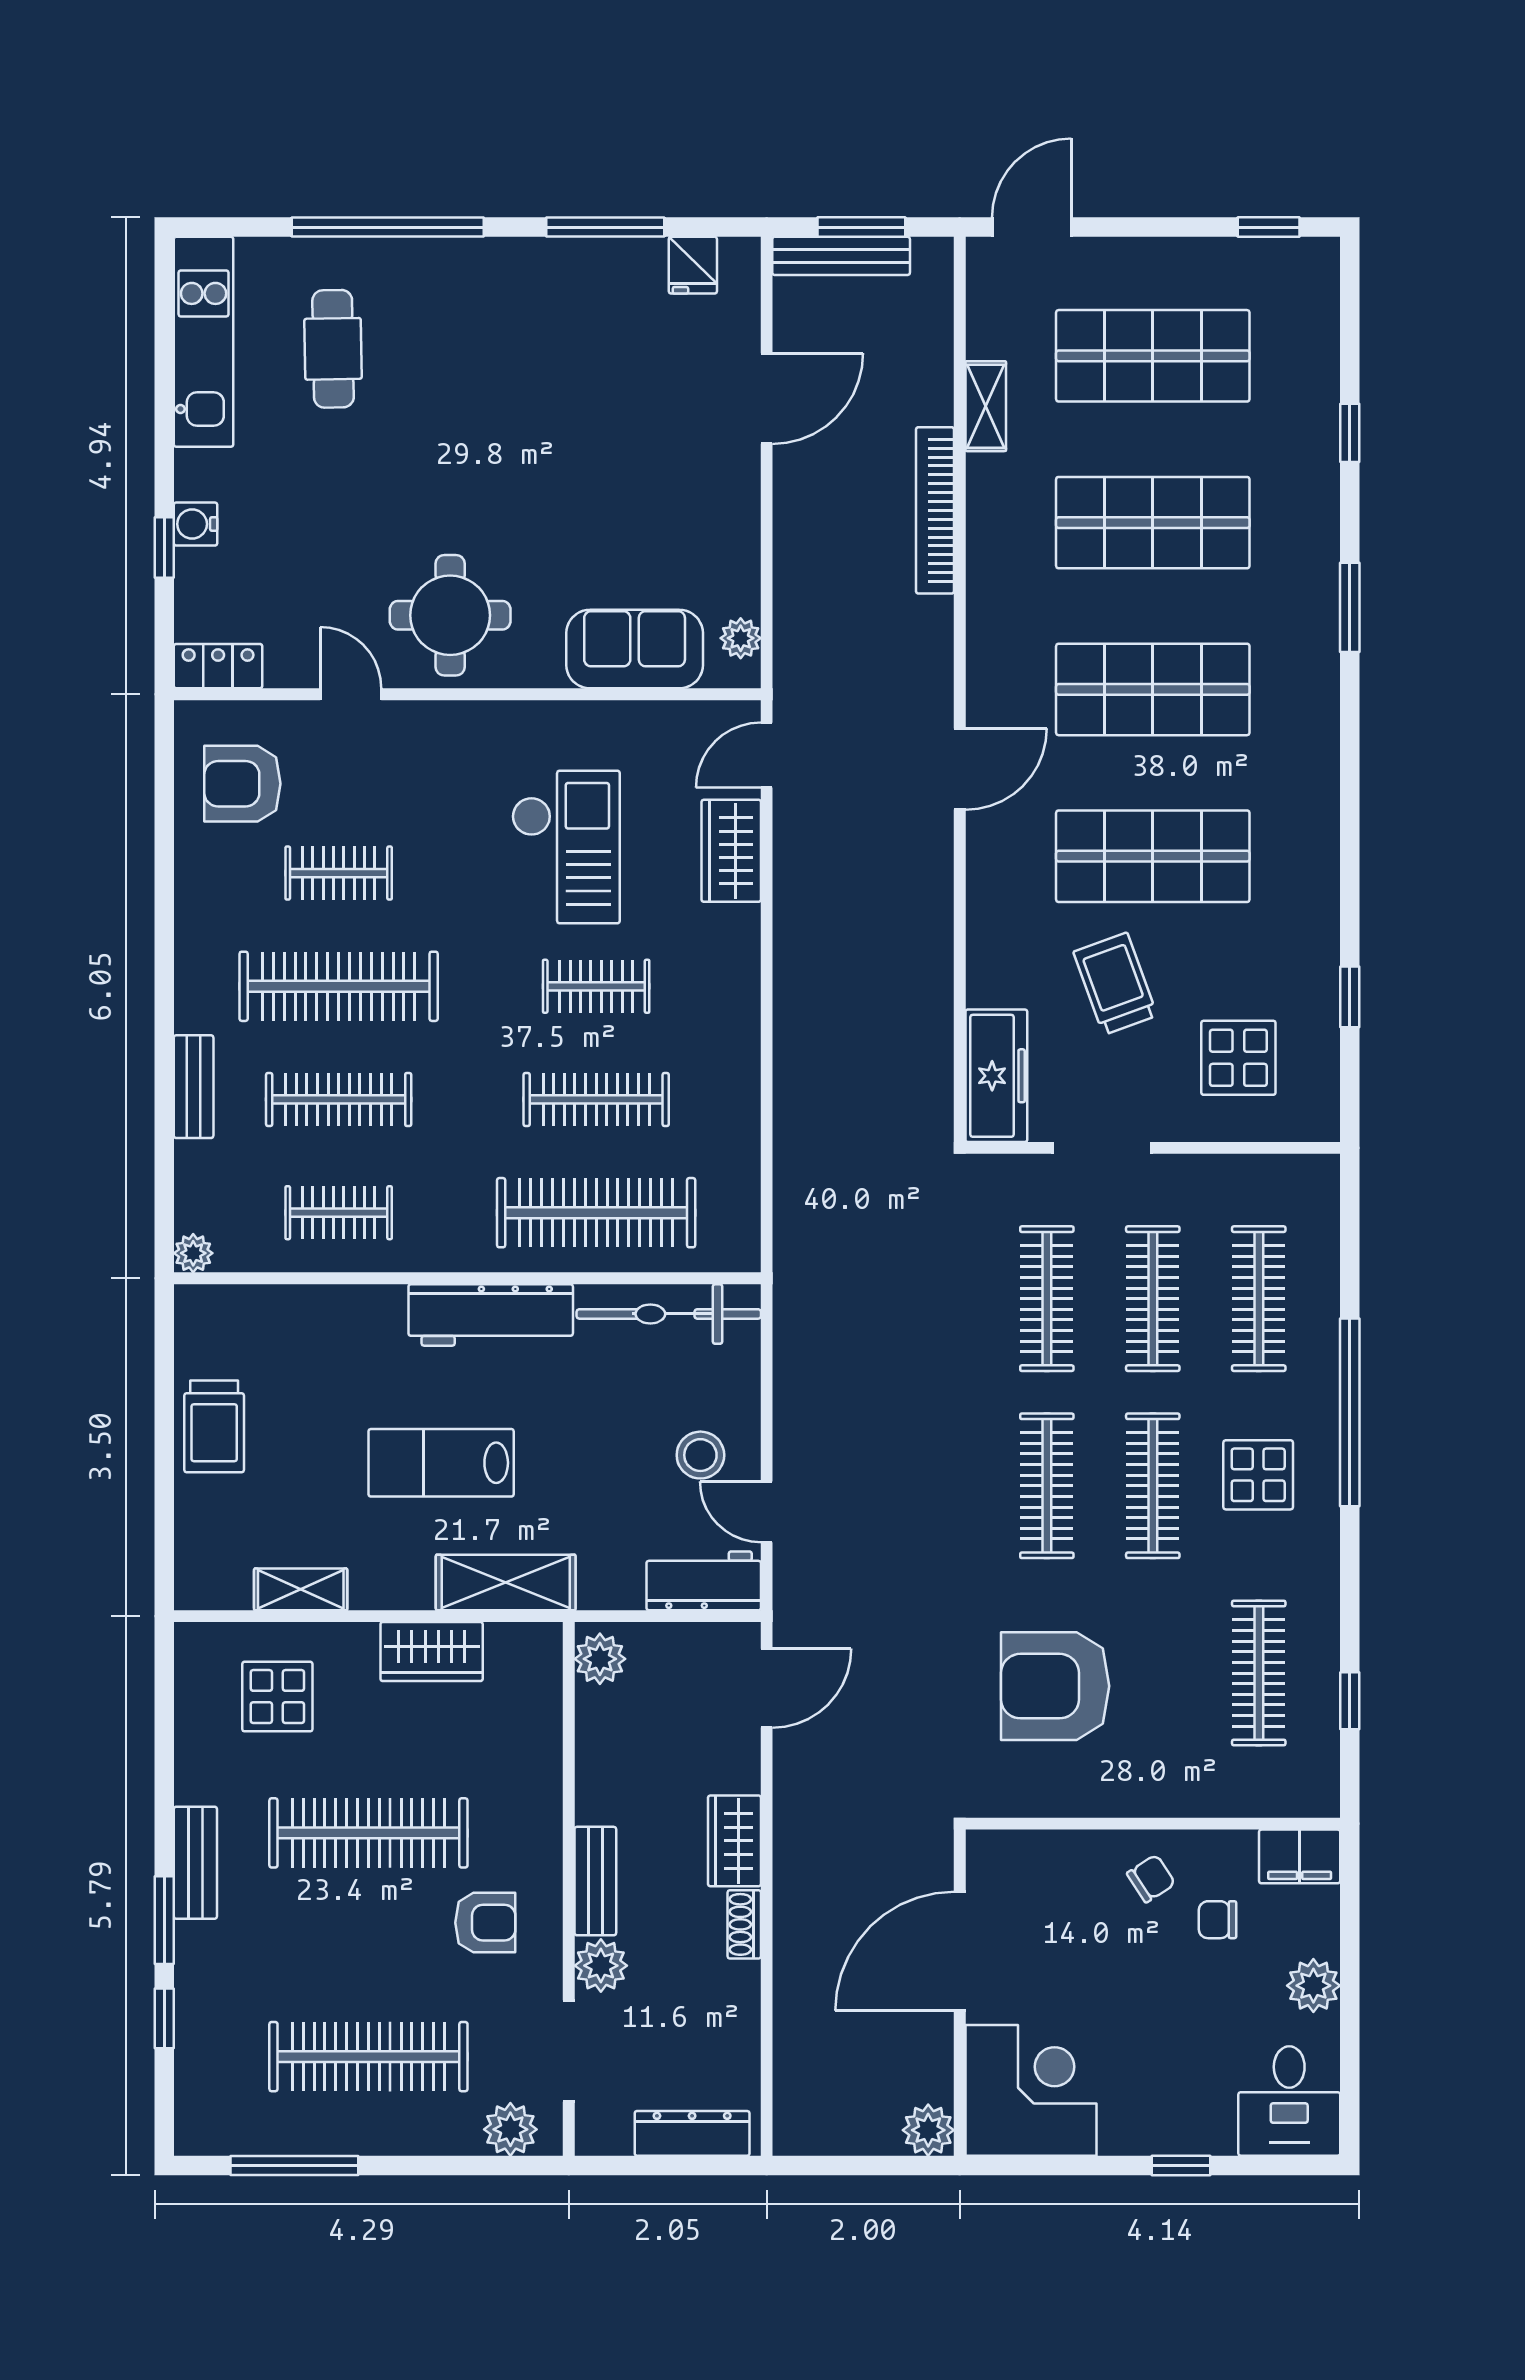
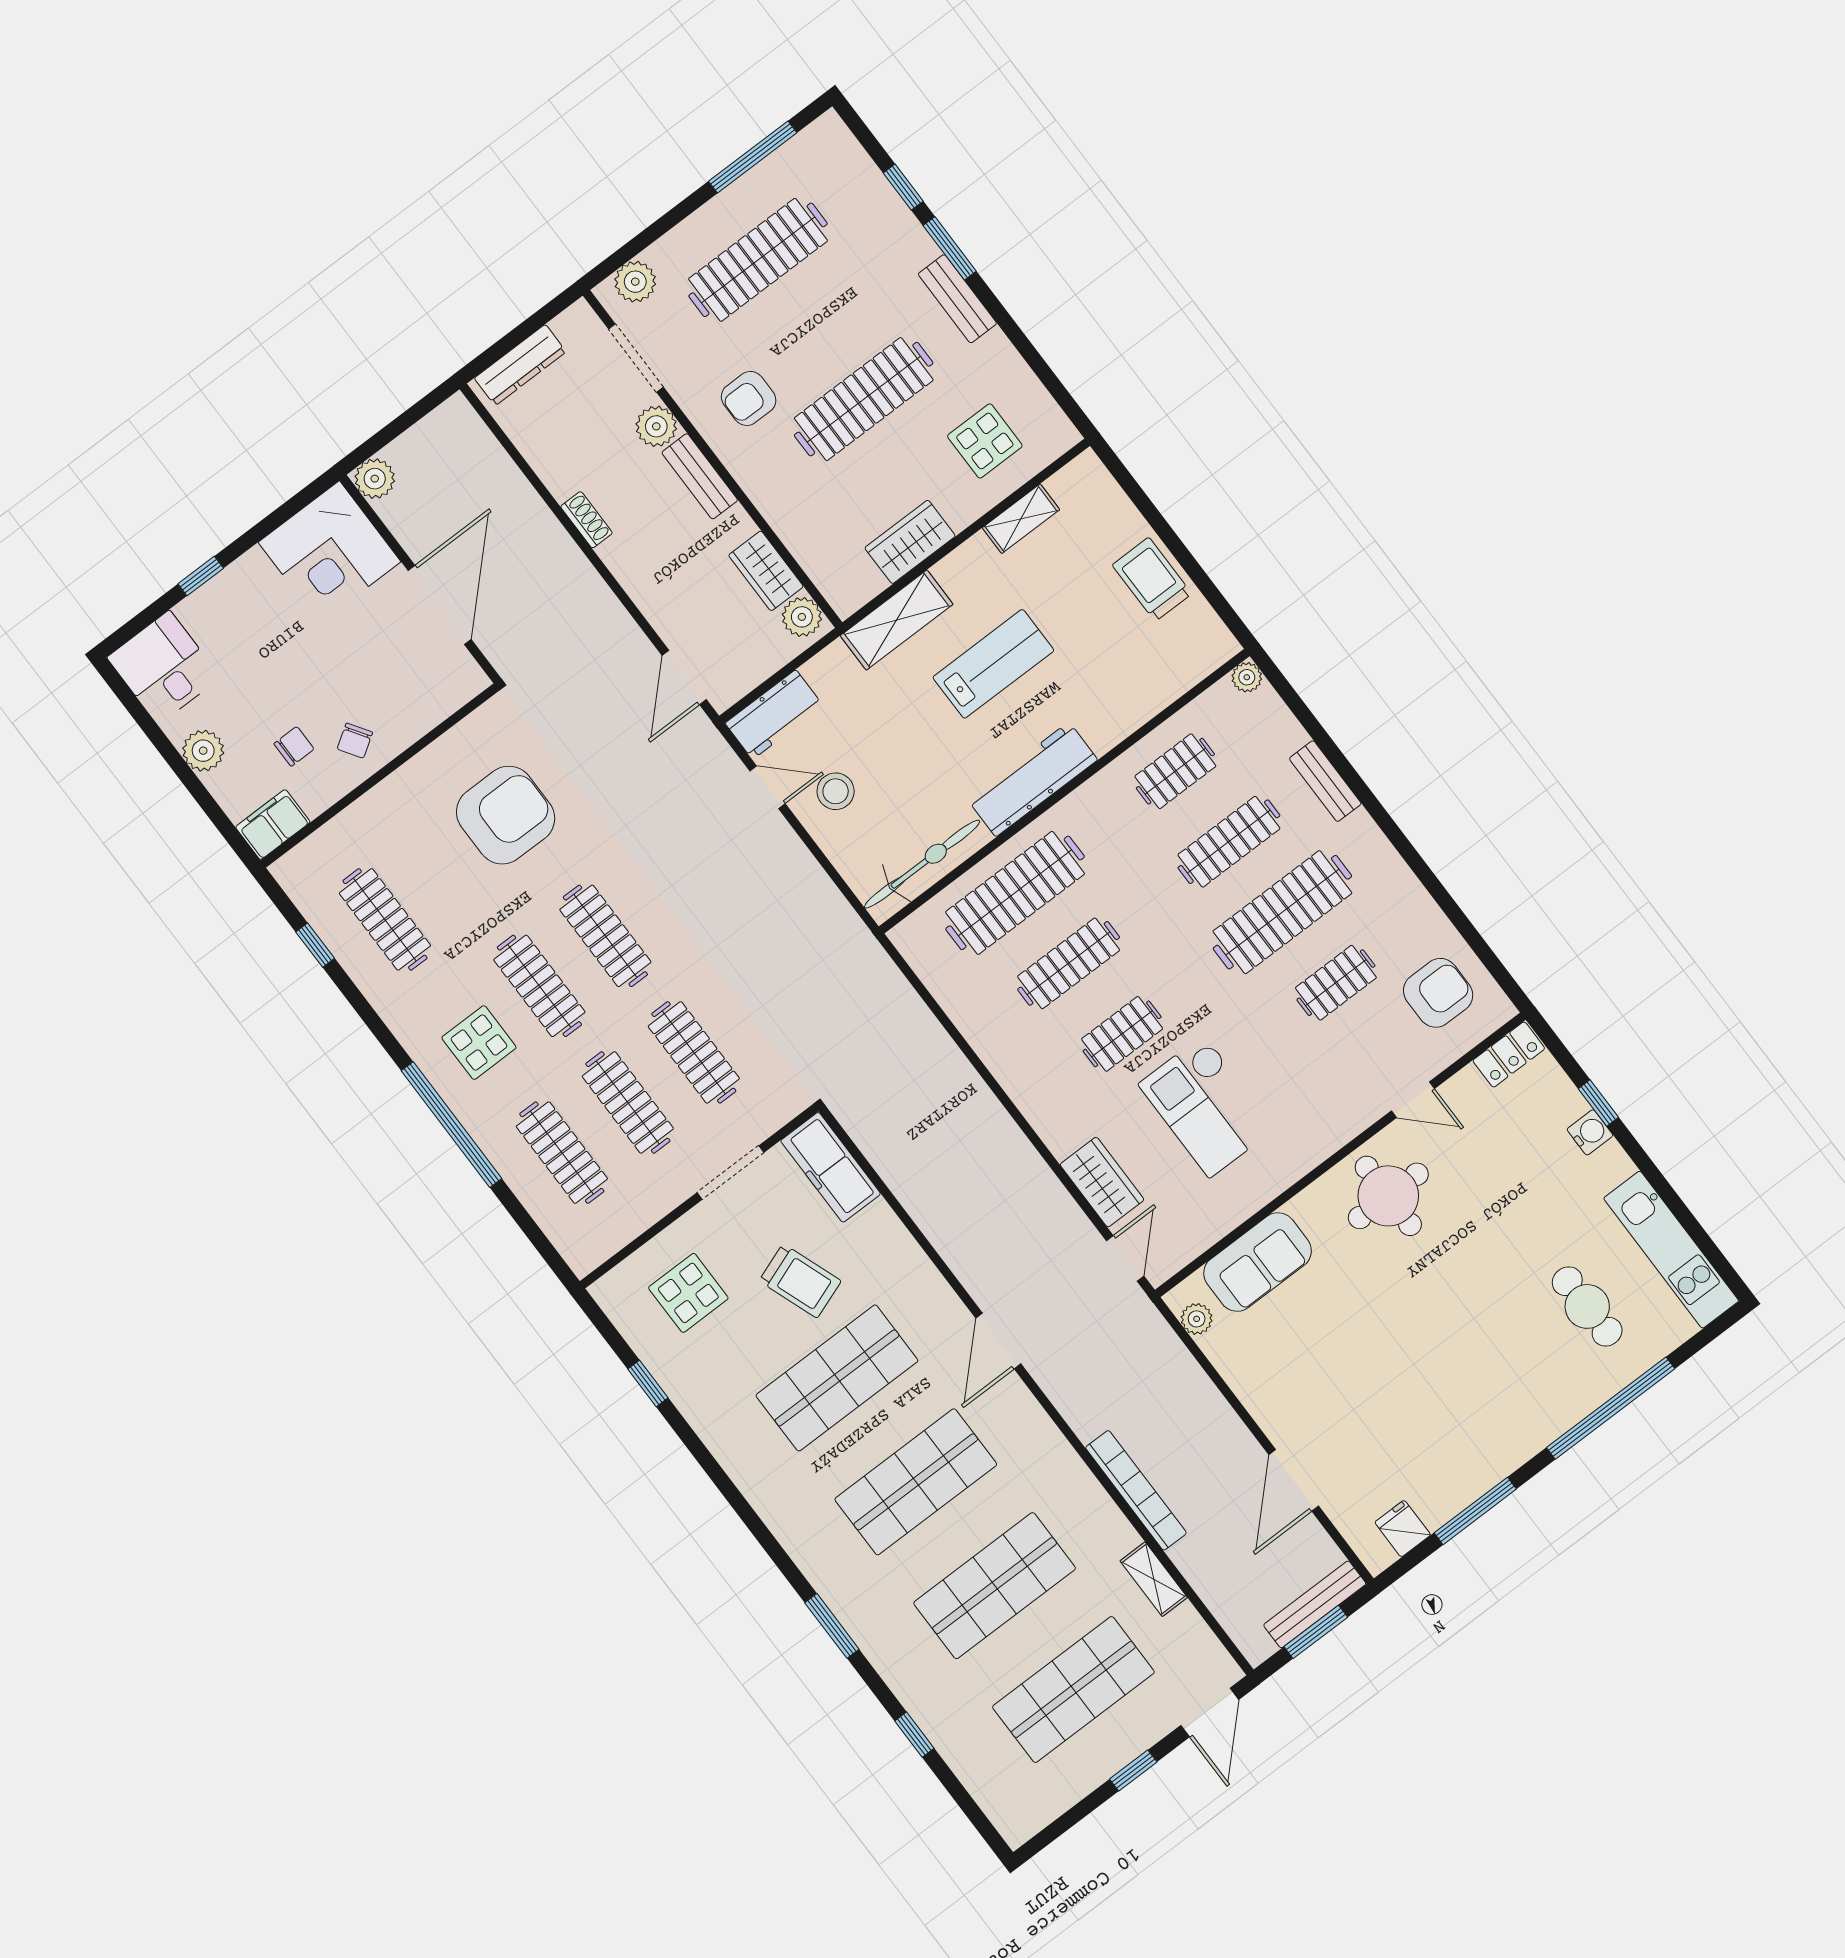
window: (1269, 227) -> (1133, 1771), moved
wardrobe: (734, 1841) -> (766, 571), moved, turned 180

